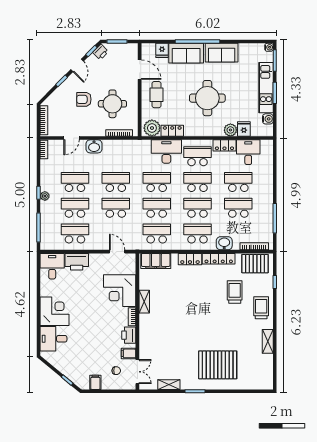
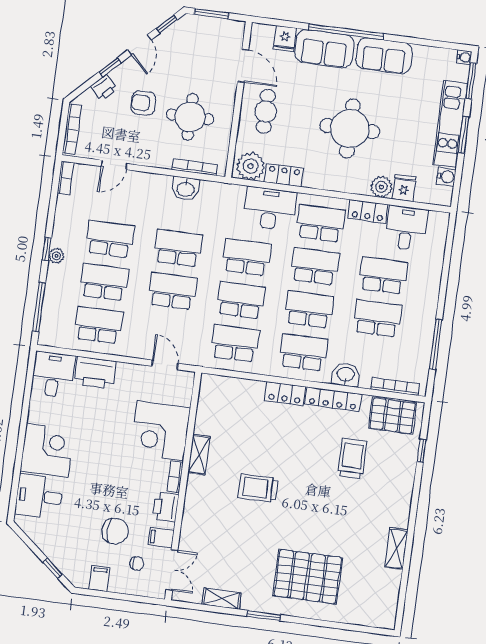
printer: (101, 52) -> (104, 87), moved
washbasin: (94, 146) -> (186, 189), moved
filing cabinet: (156, 261) -> (227, 389), removed
trolley: (261, 308) -> (258, 488), moved, turned -90
chair: (101, 353) -> (115, 531), added

